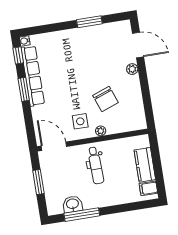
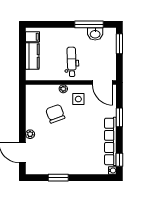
window: (24, 89) -> (119, 117), moved
window: (38, 182) -> (119, 44), moved

